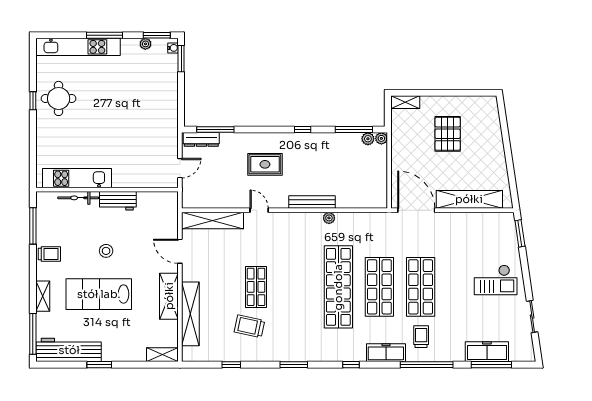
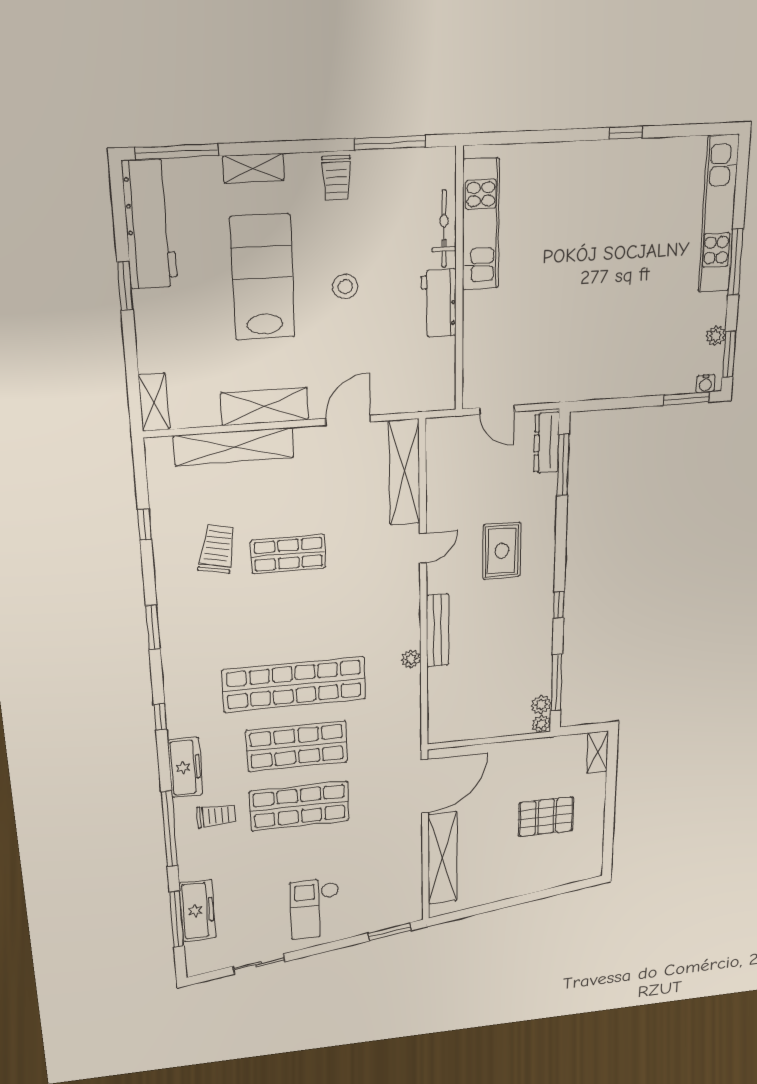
round table: (59, 98) -> (628, 182), removed

